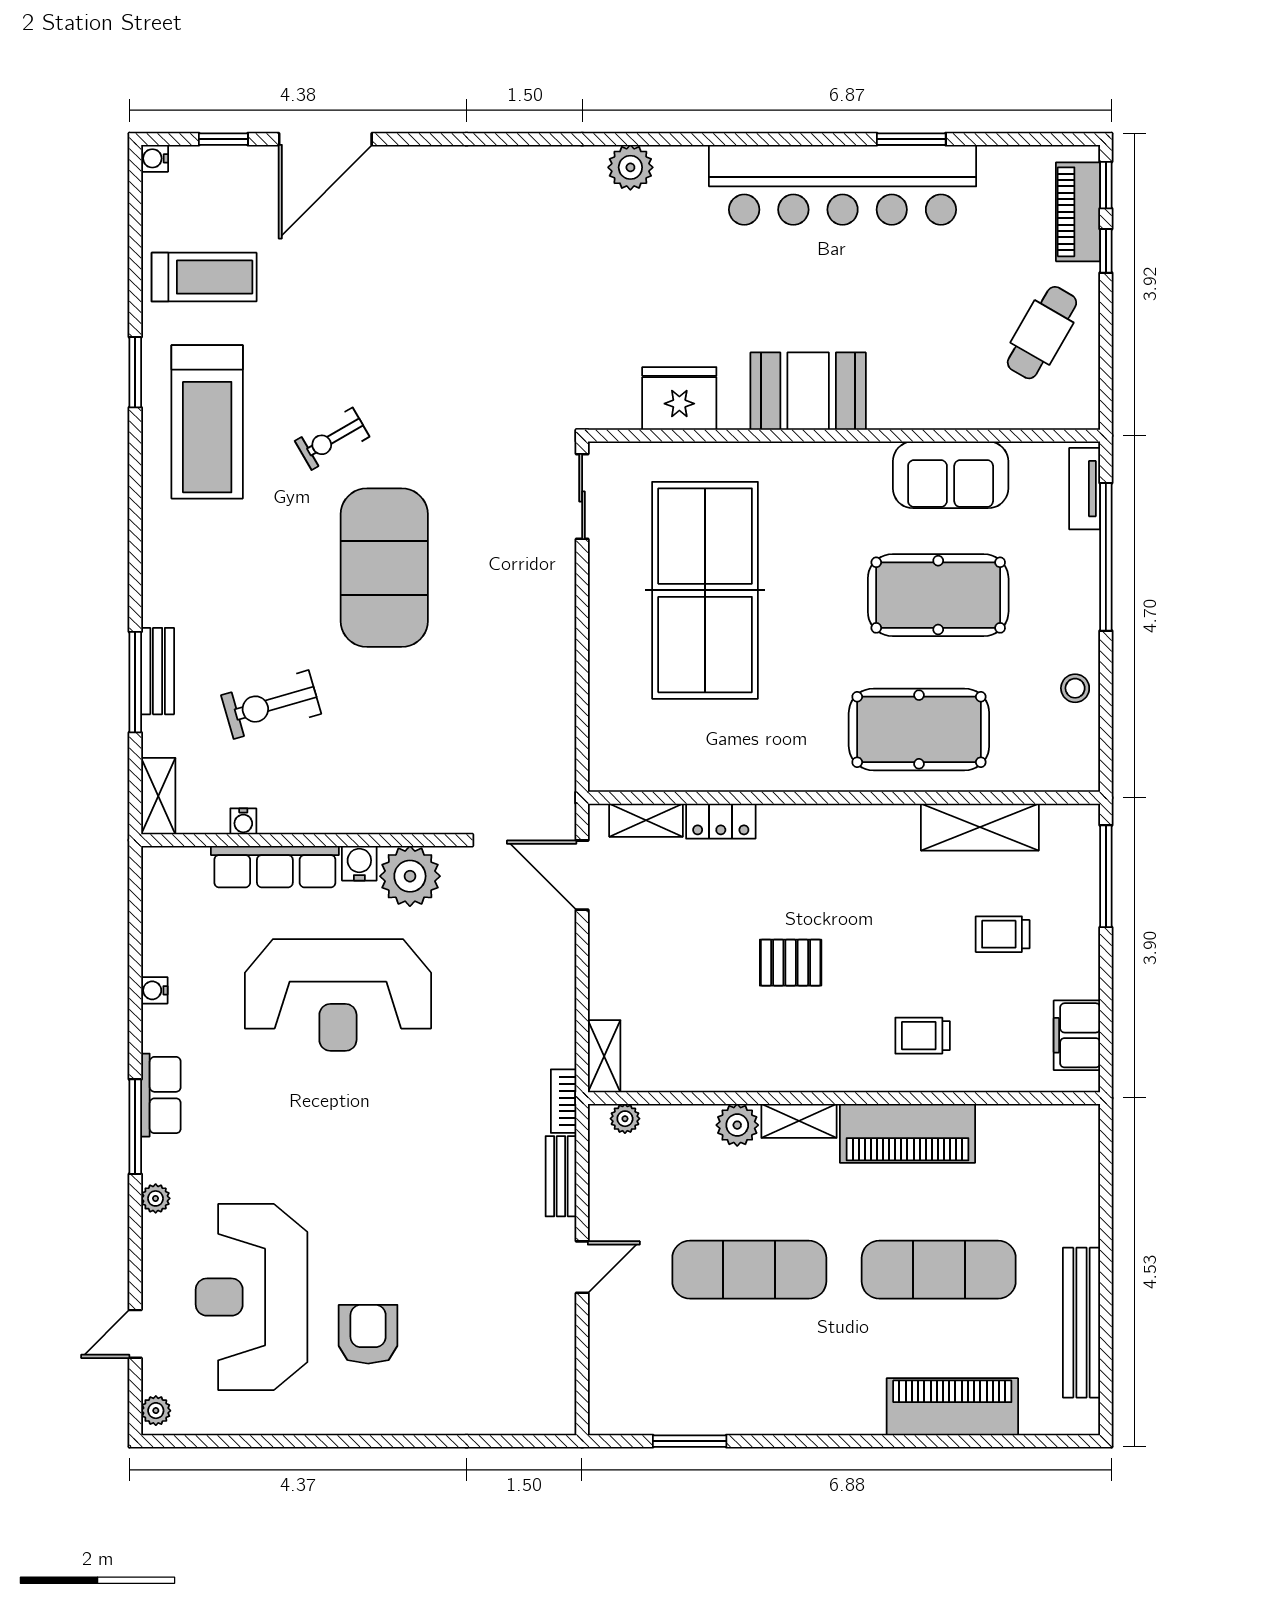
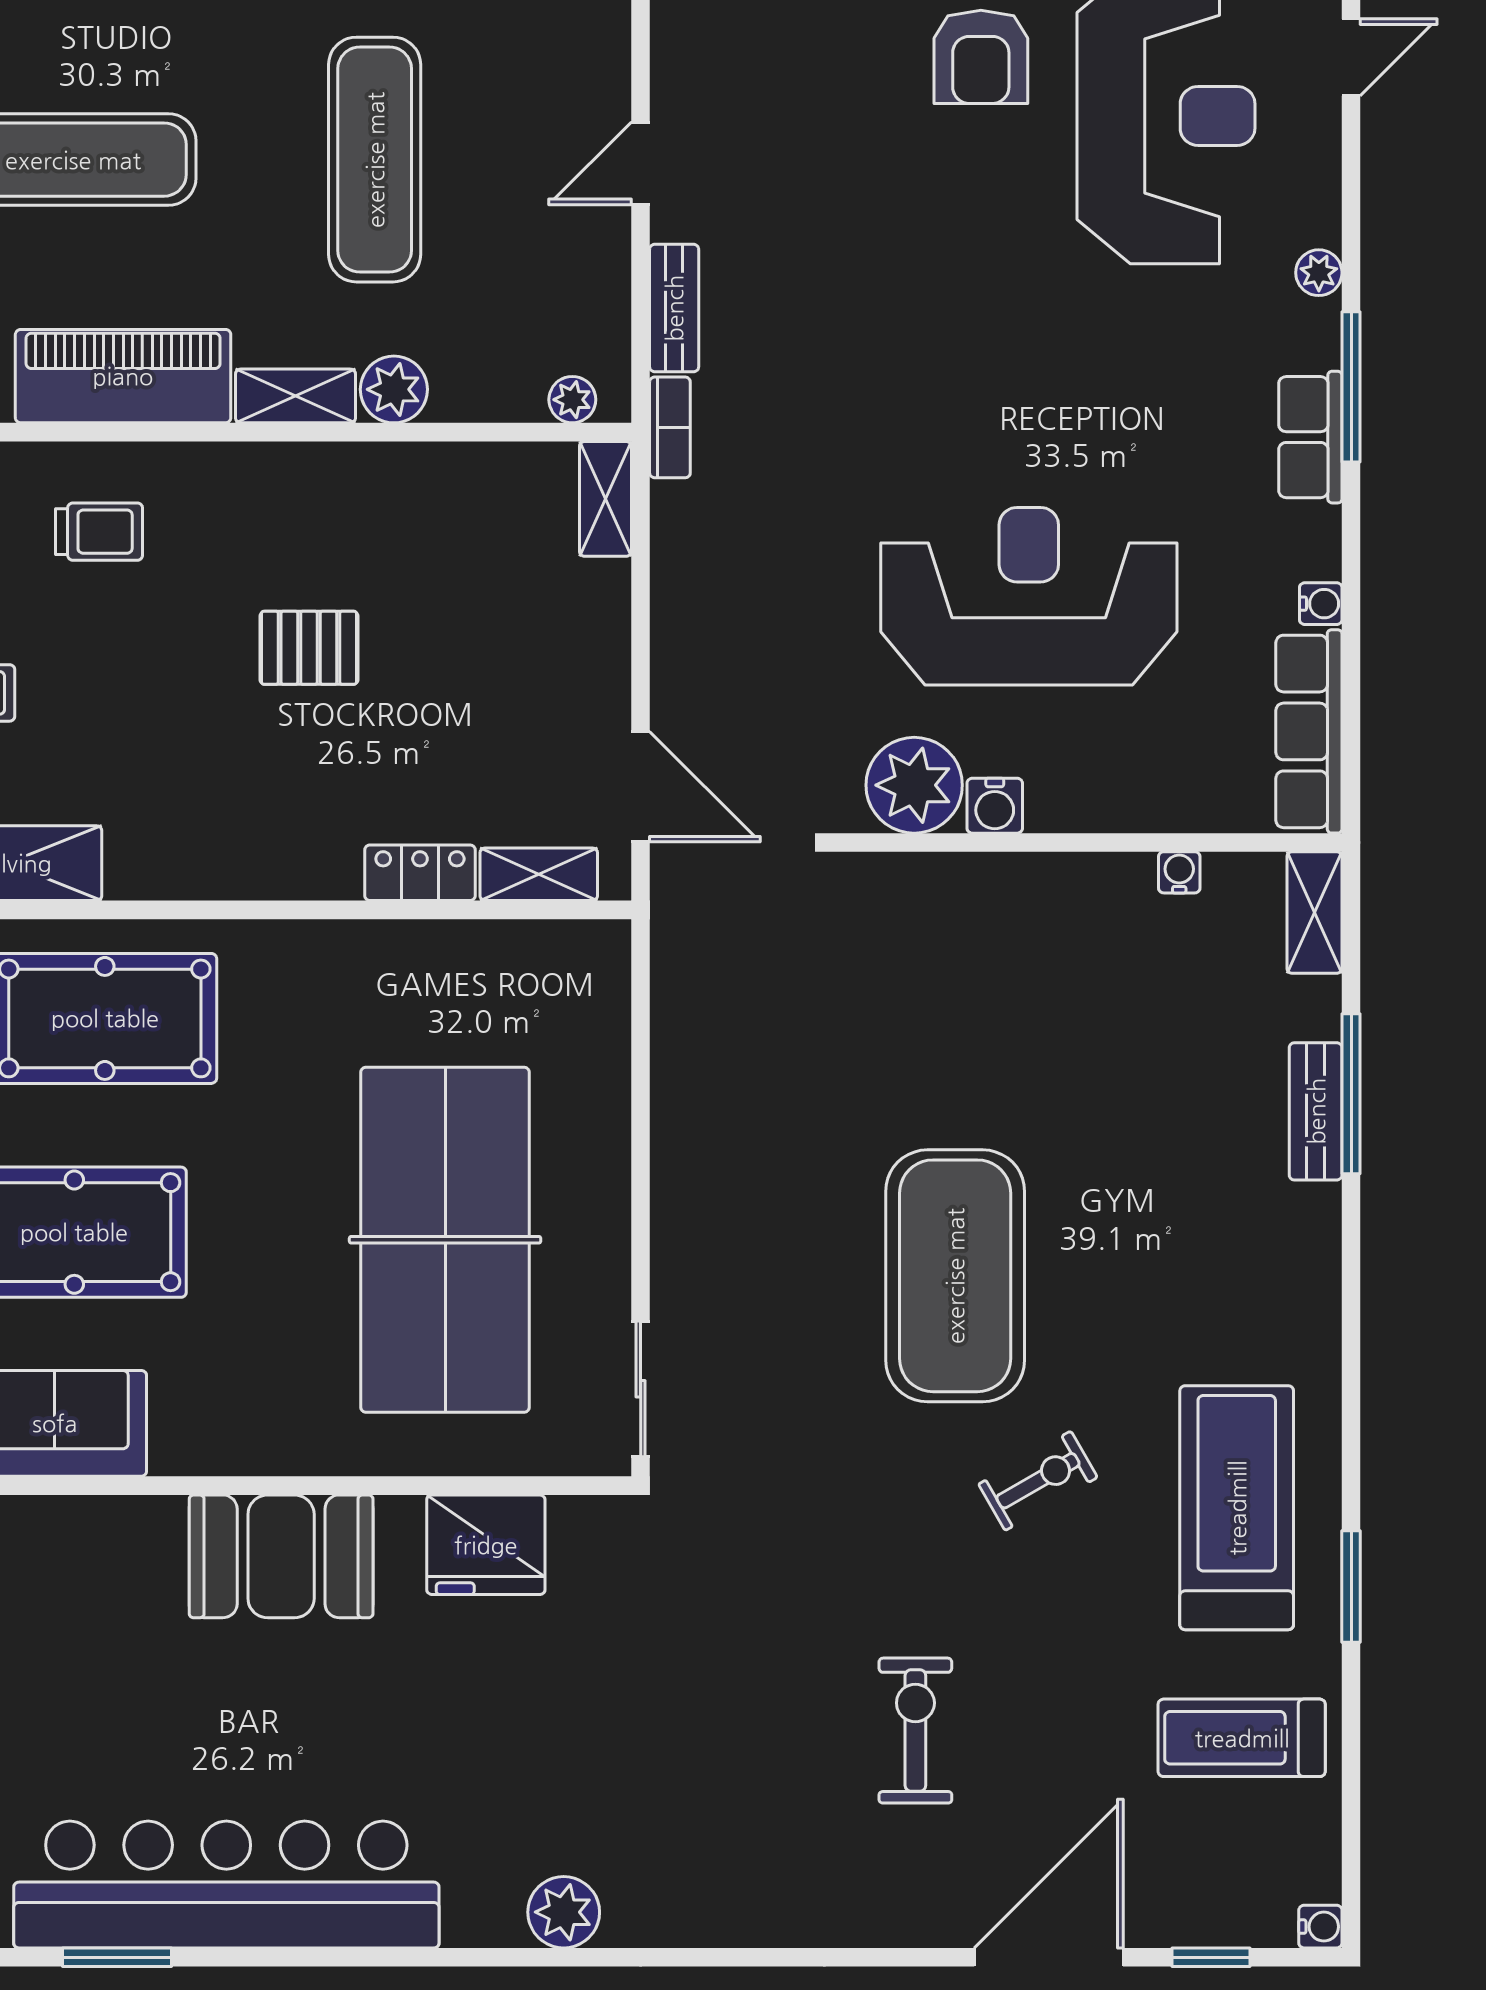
exercise bike: (271, 705) -> (915, 1731), moved, turned -74
row of seats: (275, 867) -> (1309, 731), moved, turned -90
exercise mat: (749, 1270) -> (375, 160), turned 90

